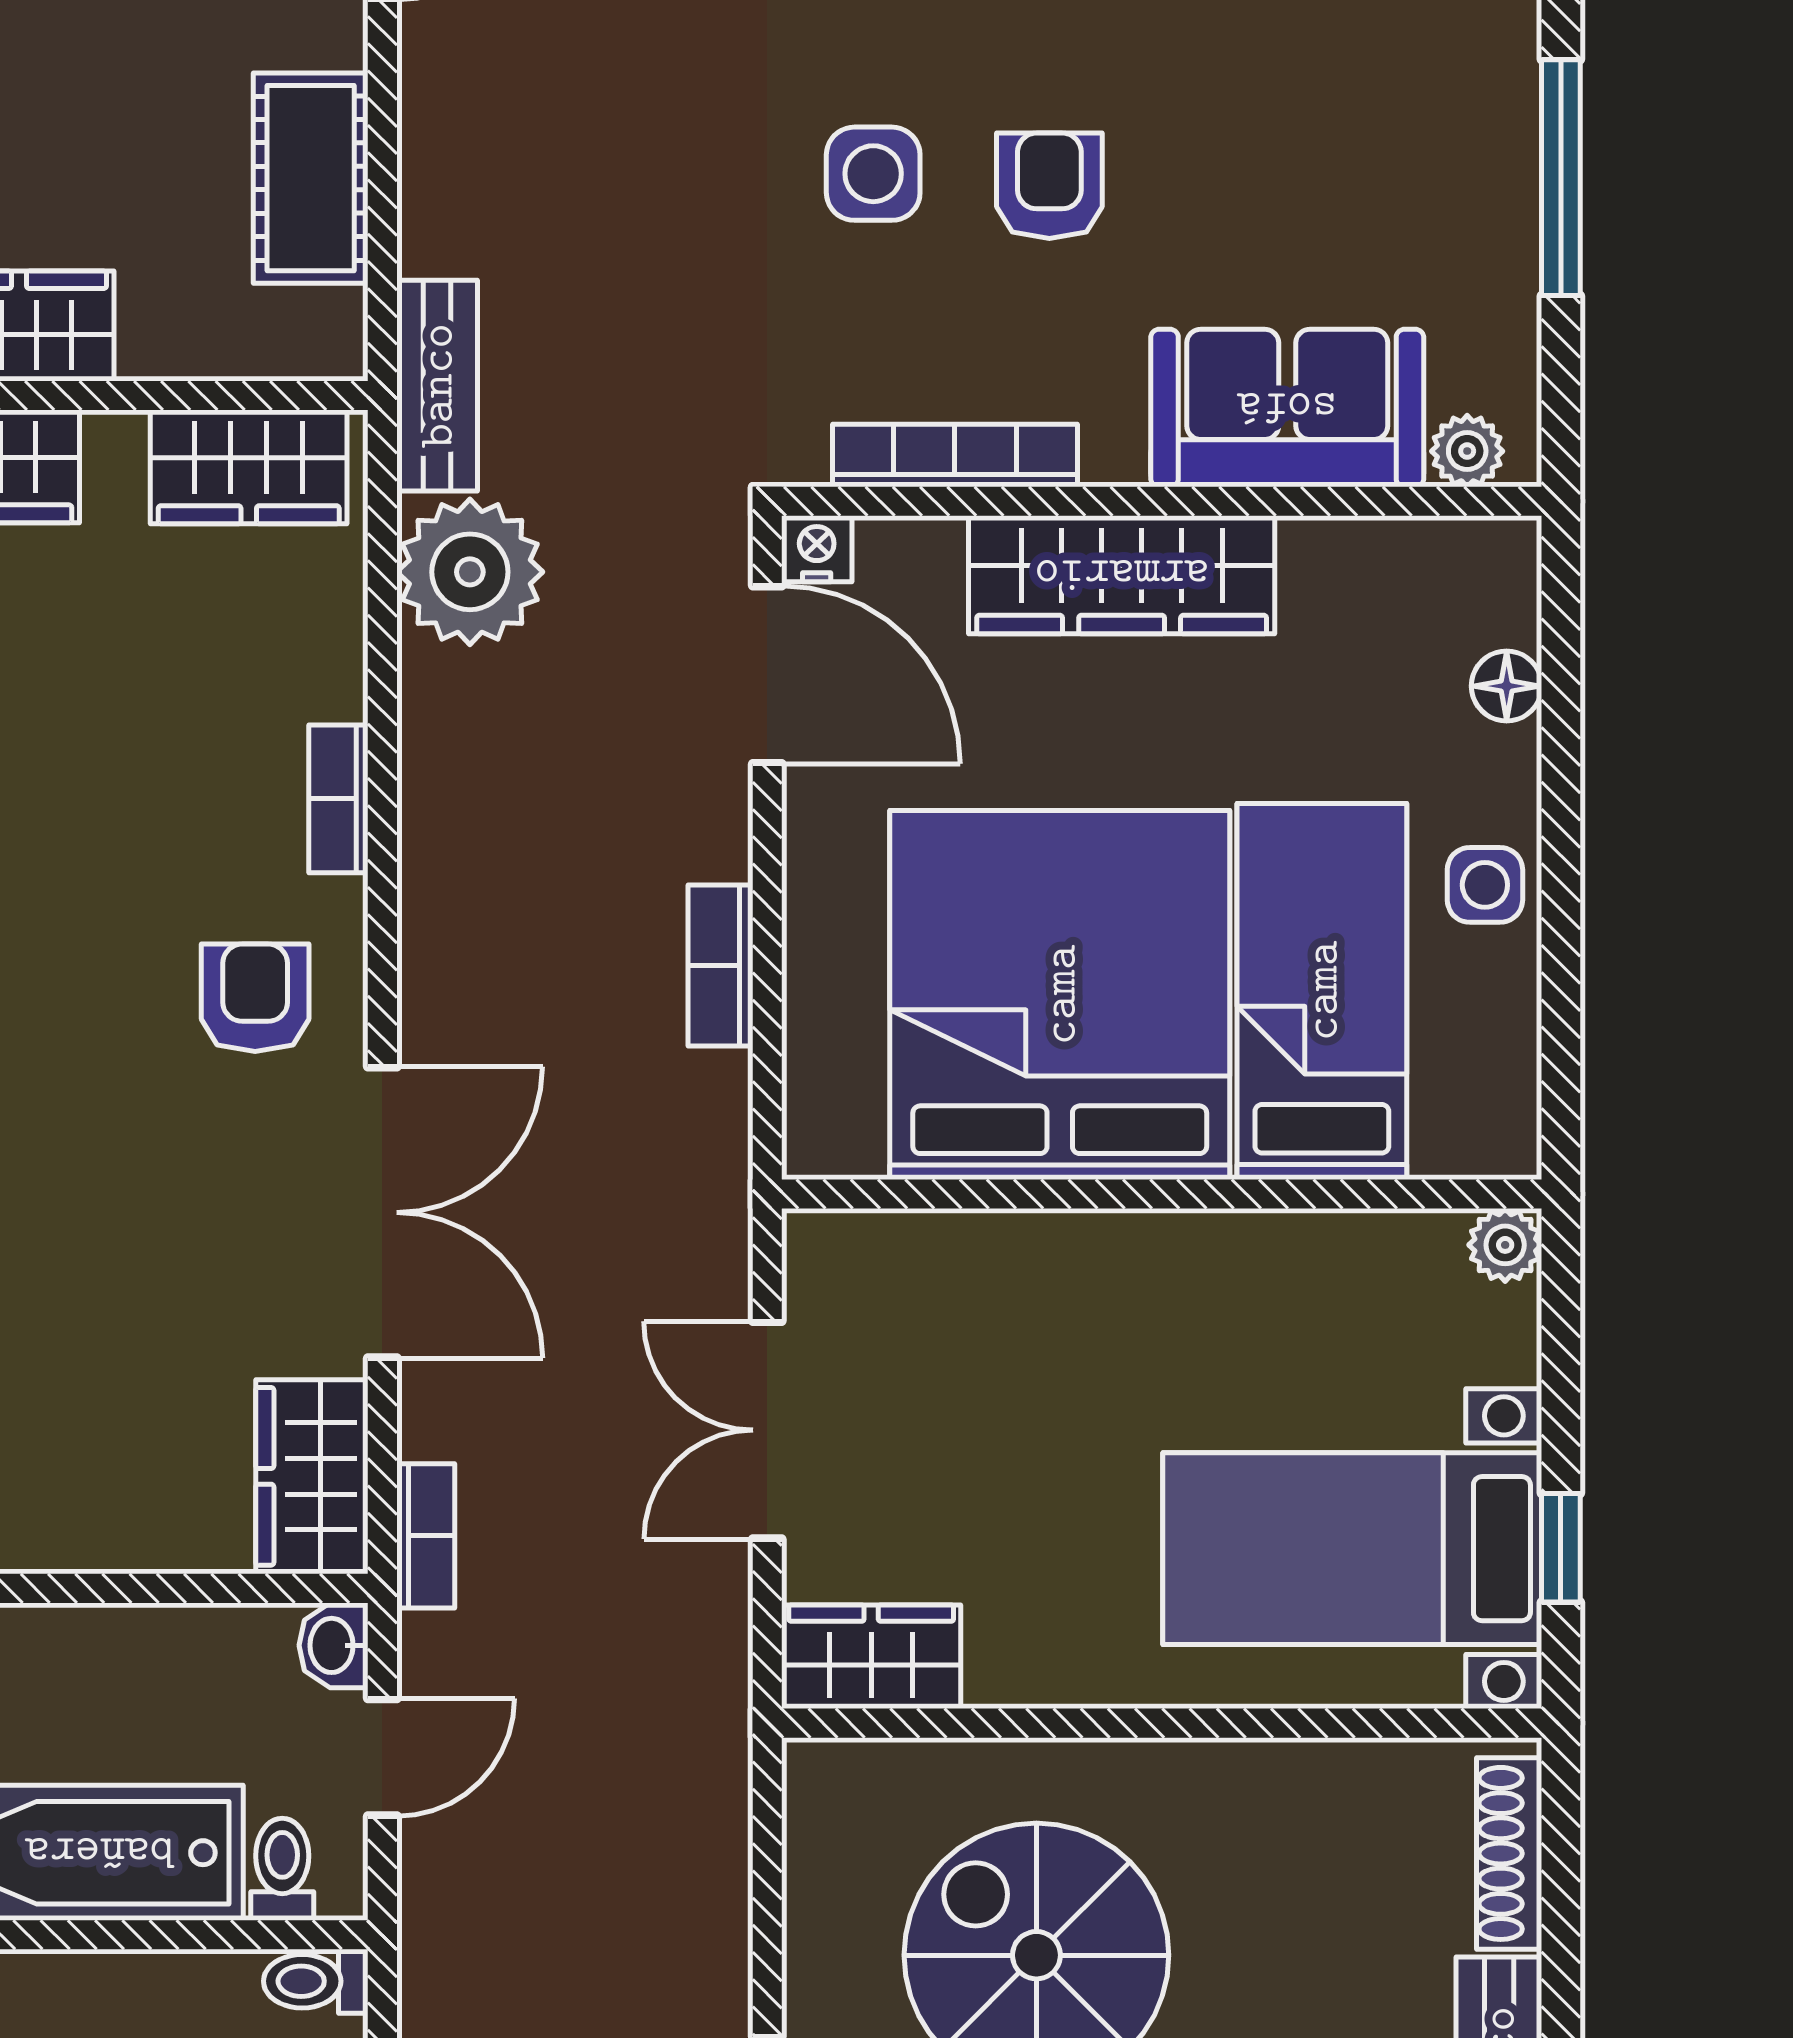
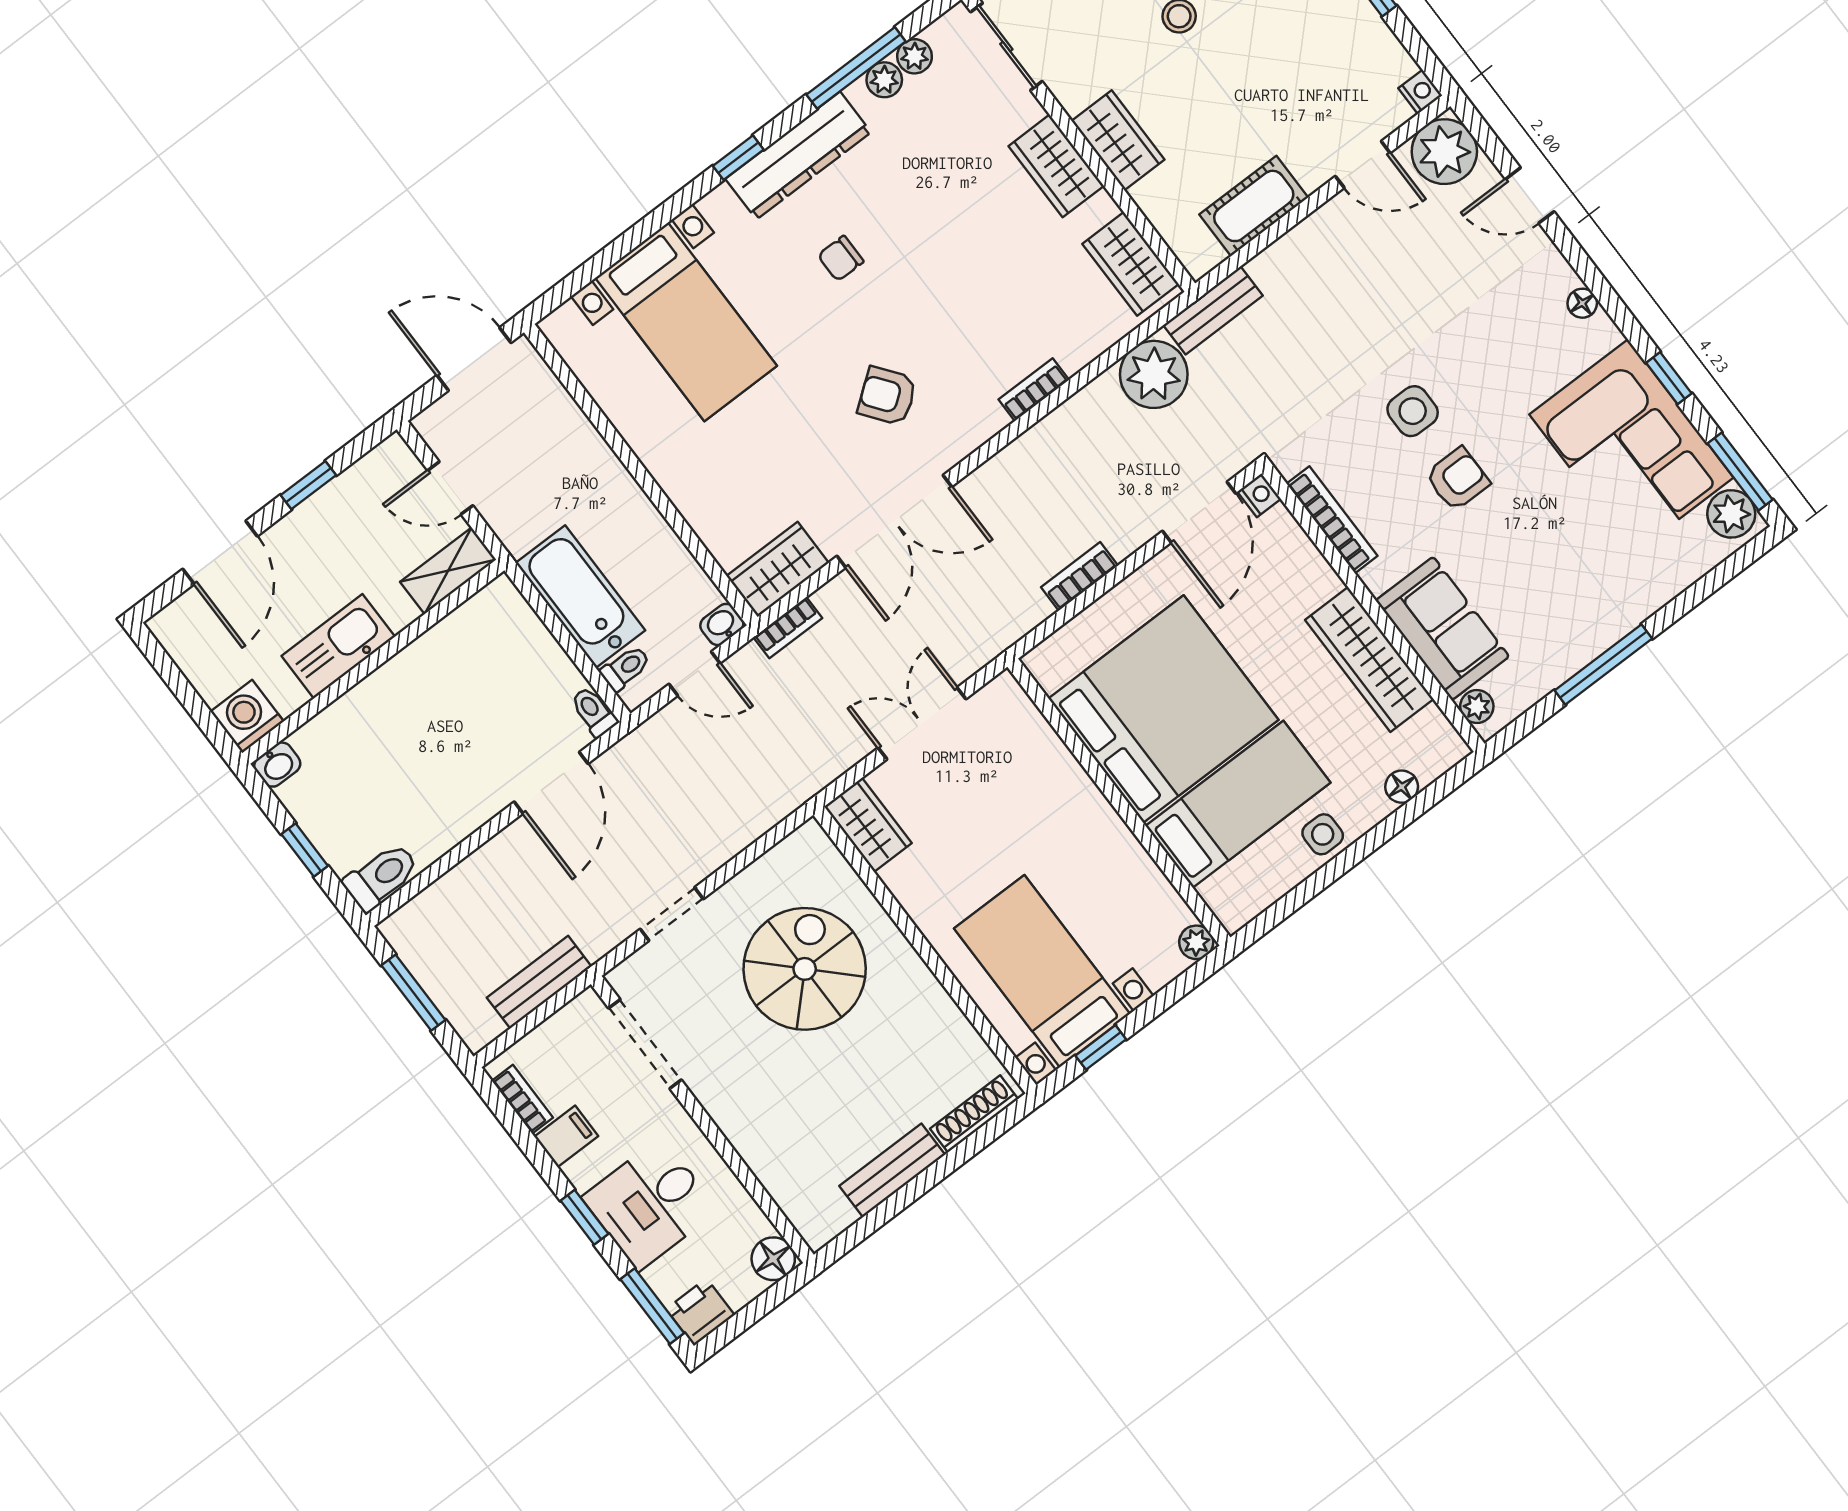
wardrobe: (1122, 575) -> (1369, 660), moved
armchair: (255, 998) -> (887, 396), moved, turned -127

